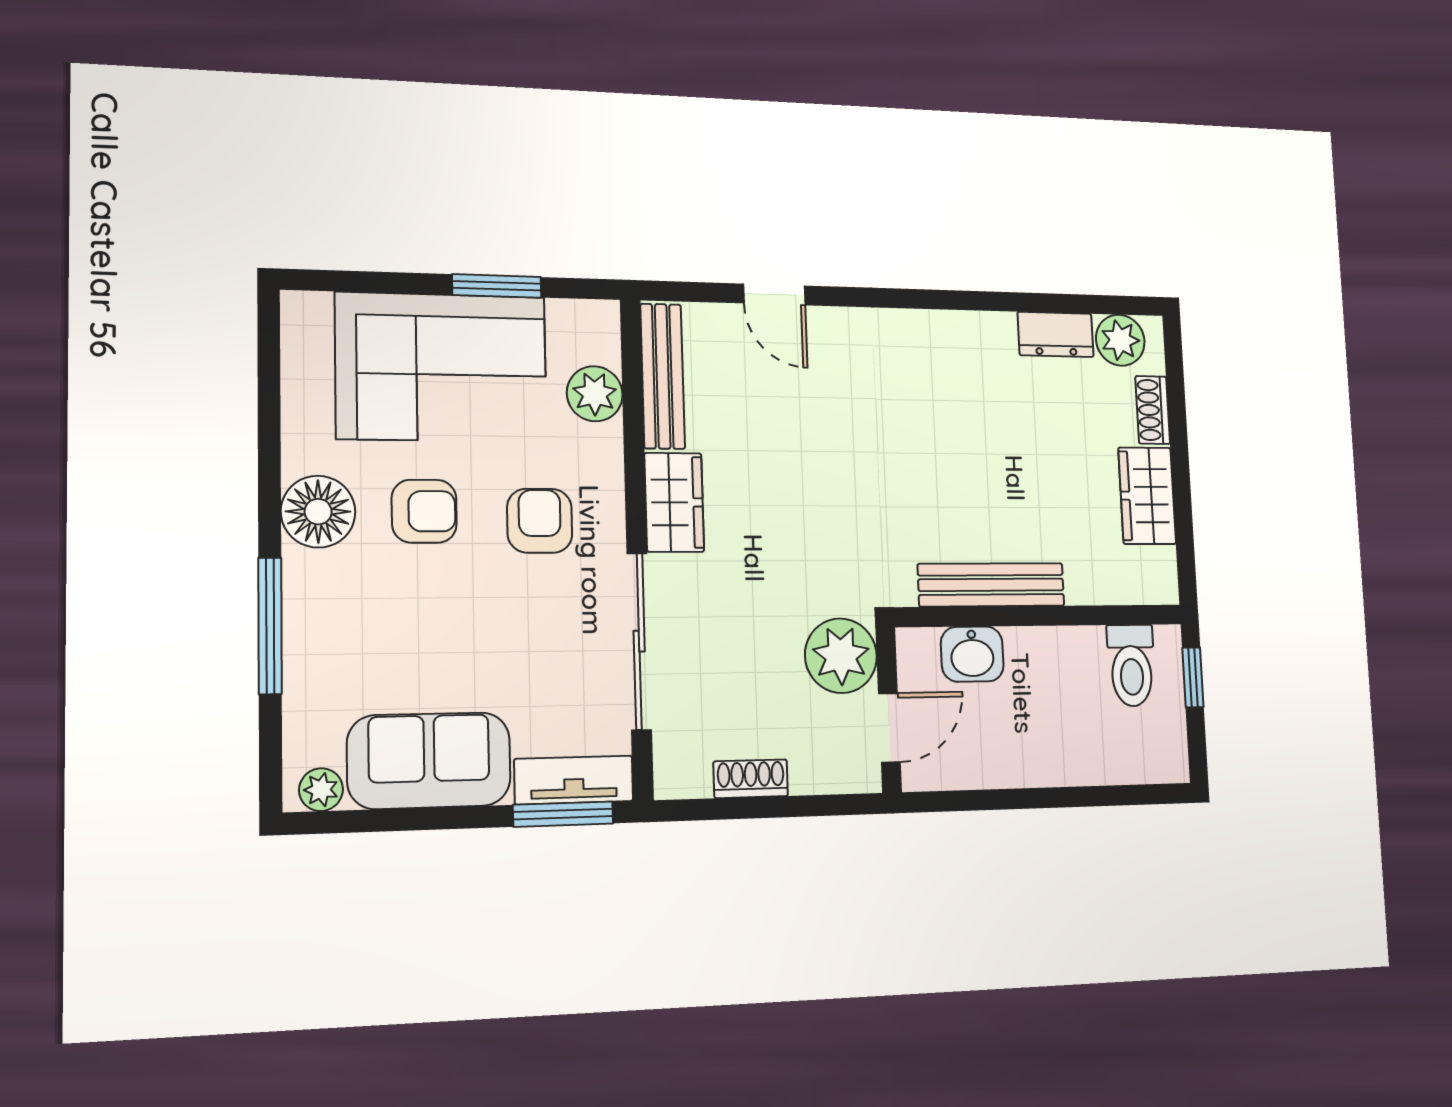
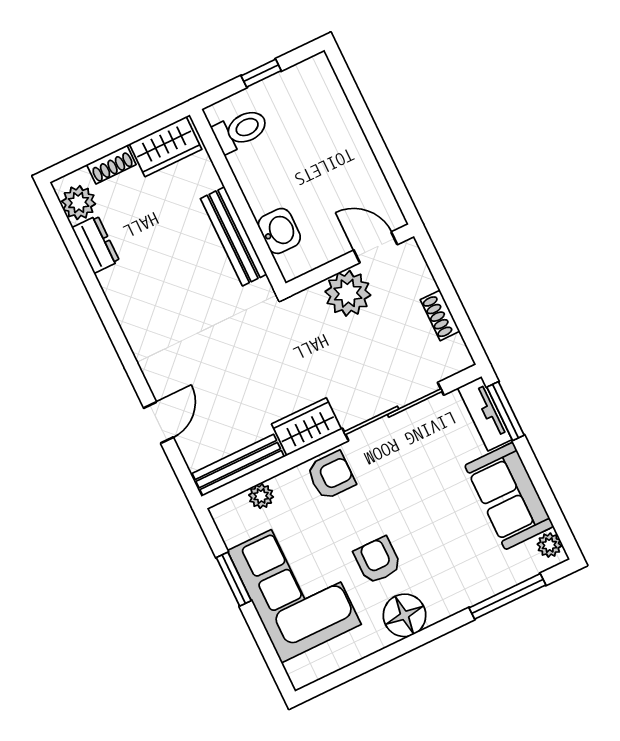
plant: (595, 394) -> (261, 496), width x0.73, depth x0.73
armchair: (540, 521) -> (331, 475), moved, turned 180
bench: (991, 585) -> (234, 236), moved
wall: (1040, 616) -> (238, 199), moved
window: (270, 626) -> (507, 596), moved
washbasin: (972, 654) -> (279, 231), moved
toilet: (1131, 665) -> (241, 130), moved

